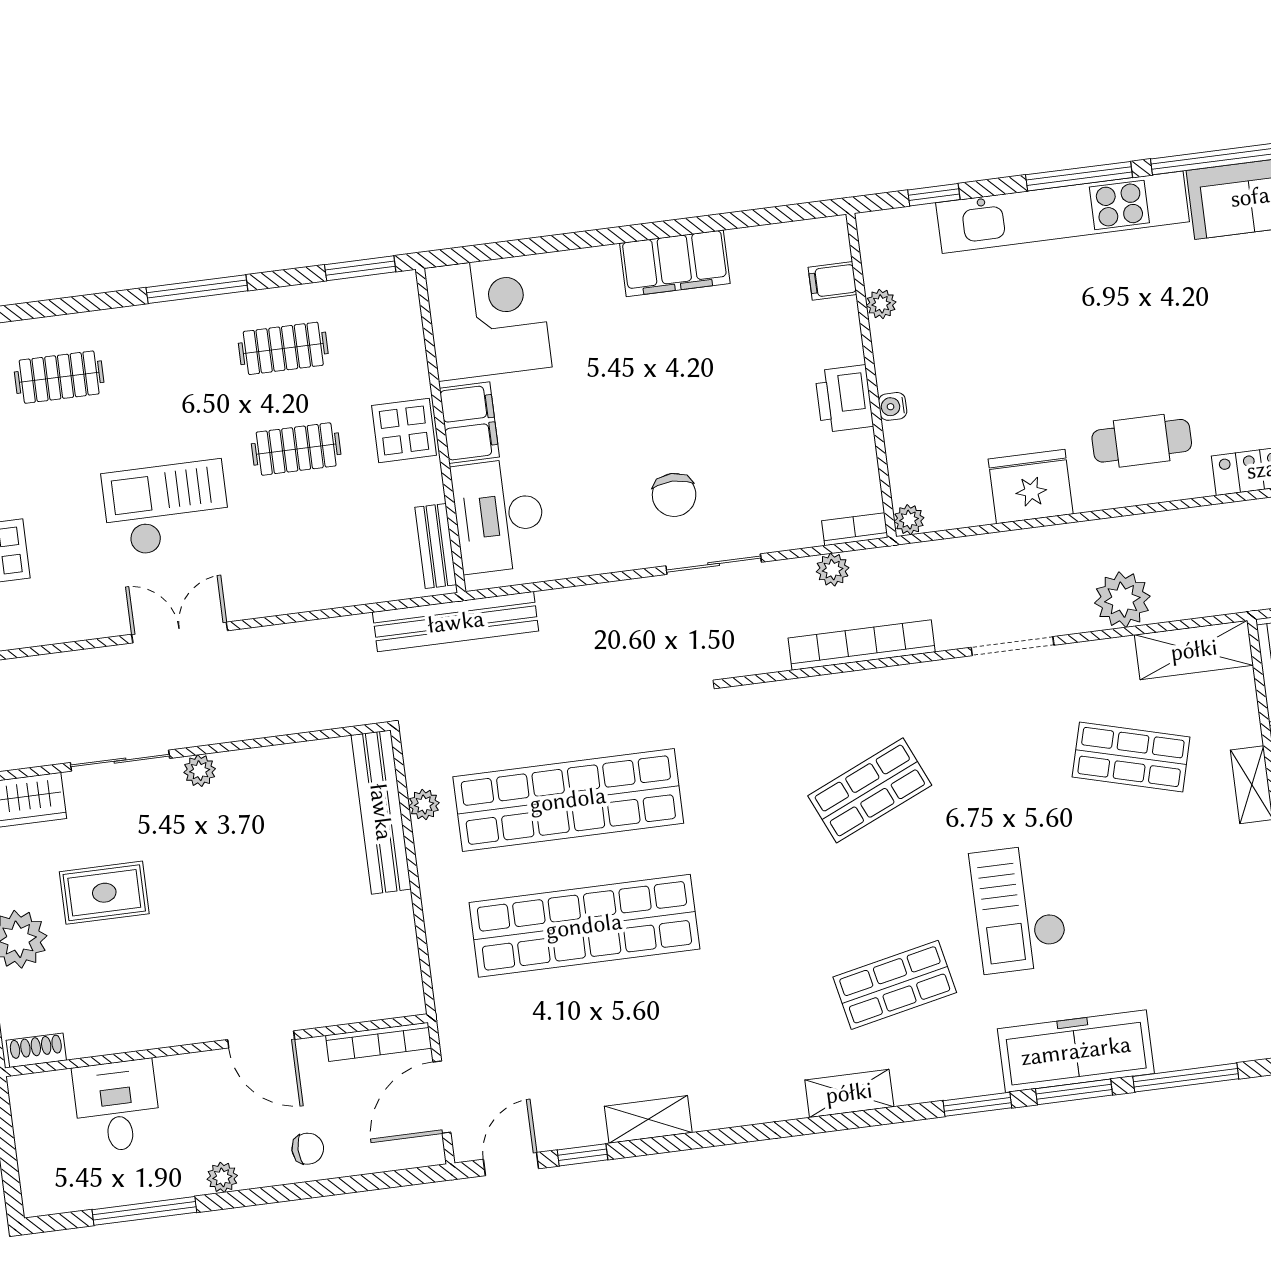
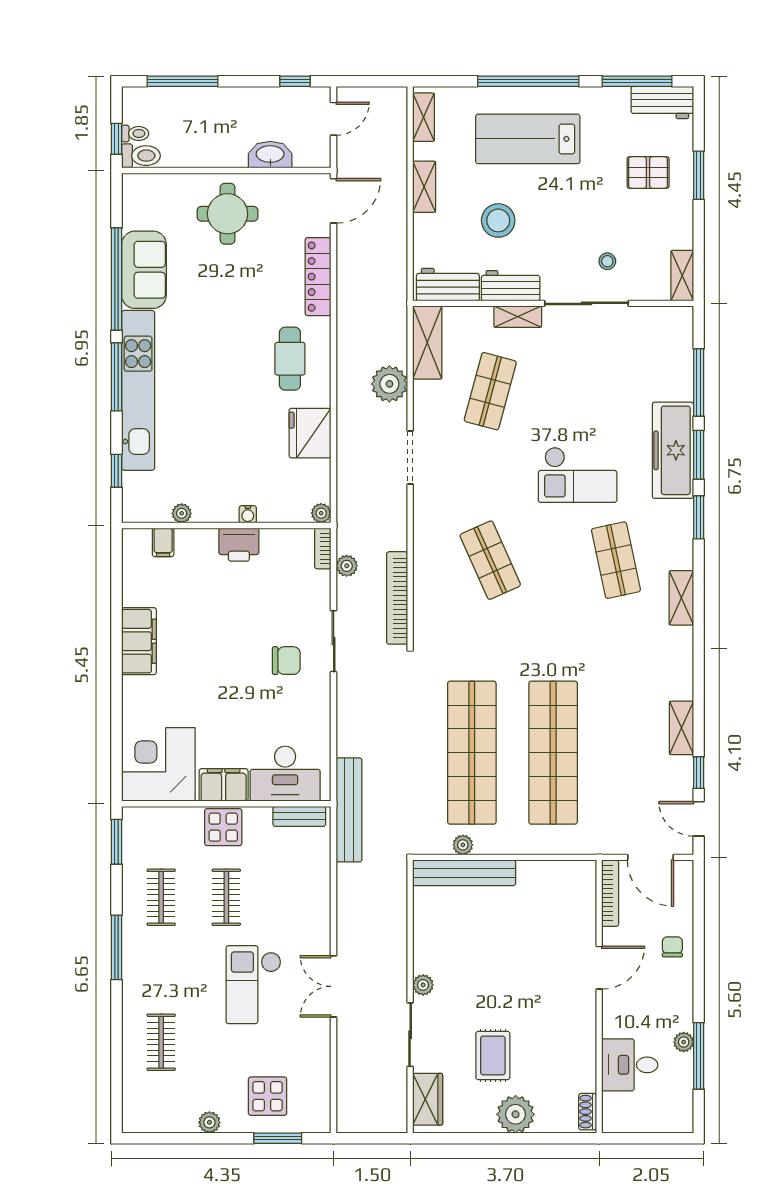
bookcase: (862, 645) -> (397, 598), moved
plant: (222, 1177) -> (684, 1042), moved

